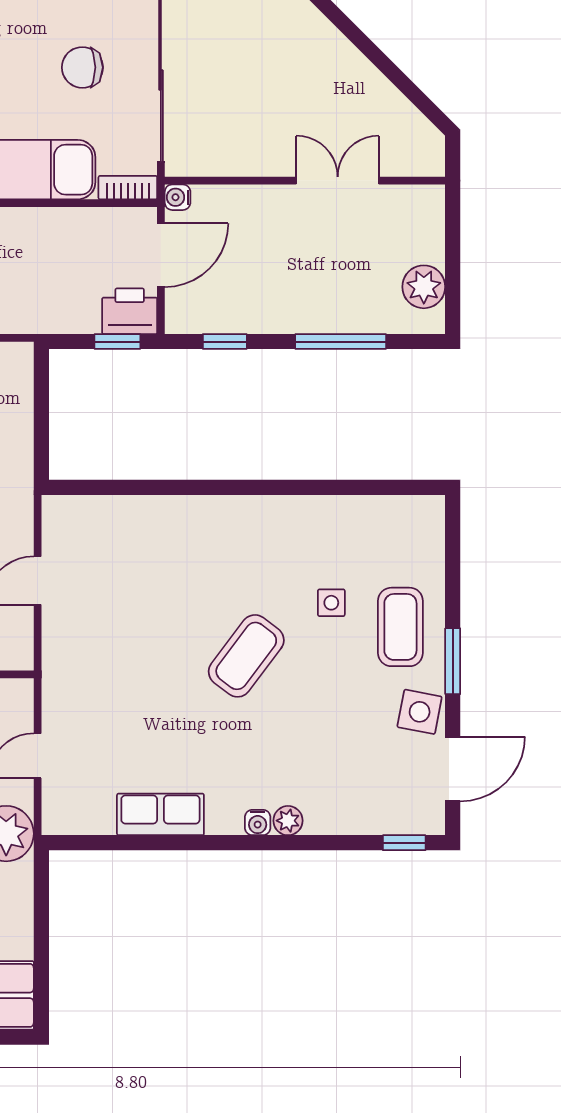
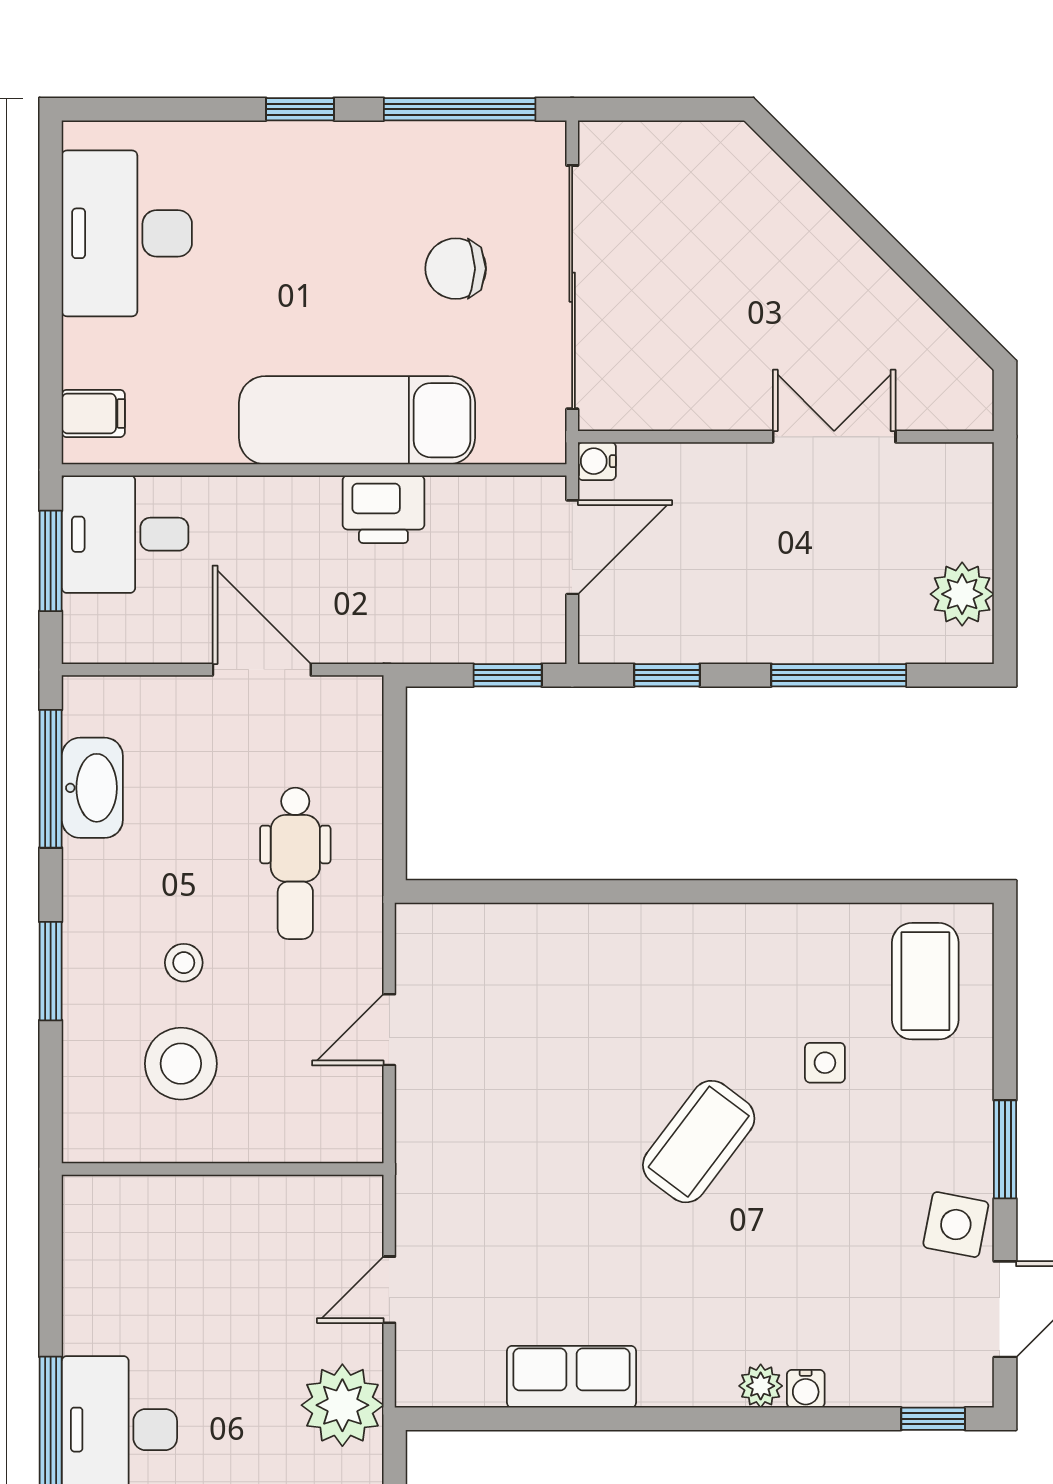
bookcase: (128, 188) -> (523, 447), removed
printer: (130, 311) -> (383, 509), moved, turned 180
coffee table: (400, 627) -> (925, 981), moved
water cooler: (258, 822) -> (806, 1389), moved

